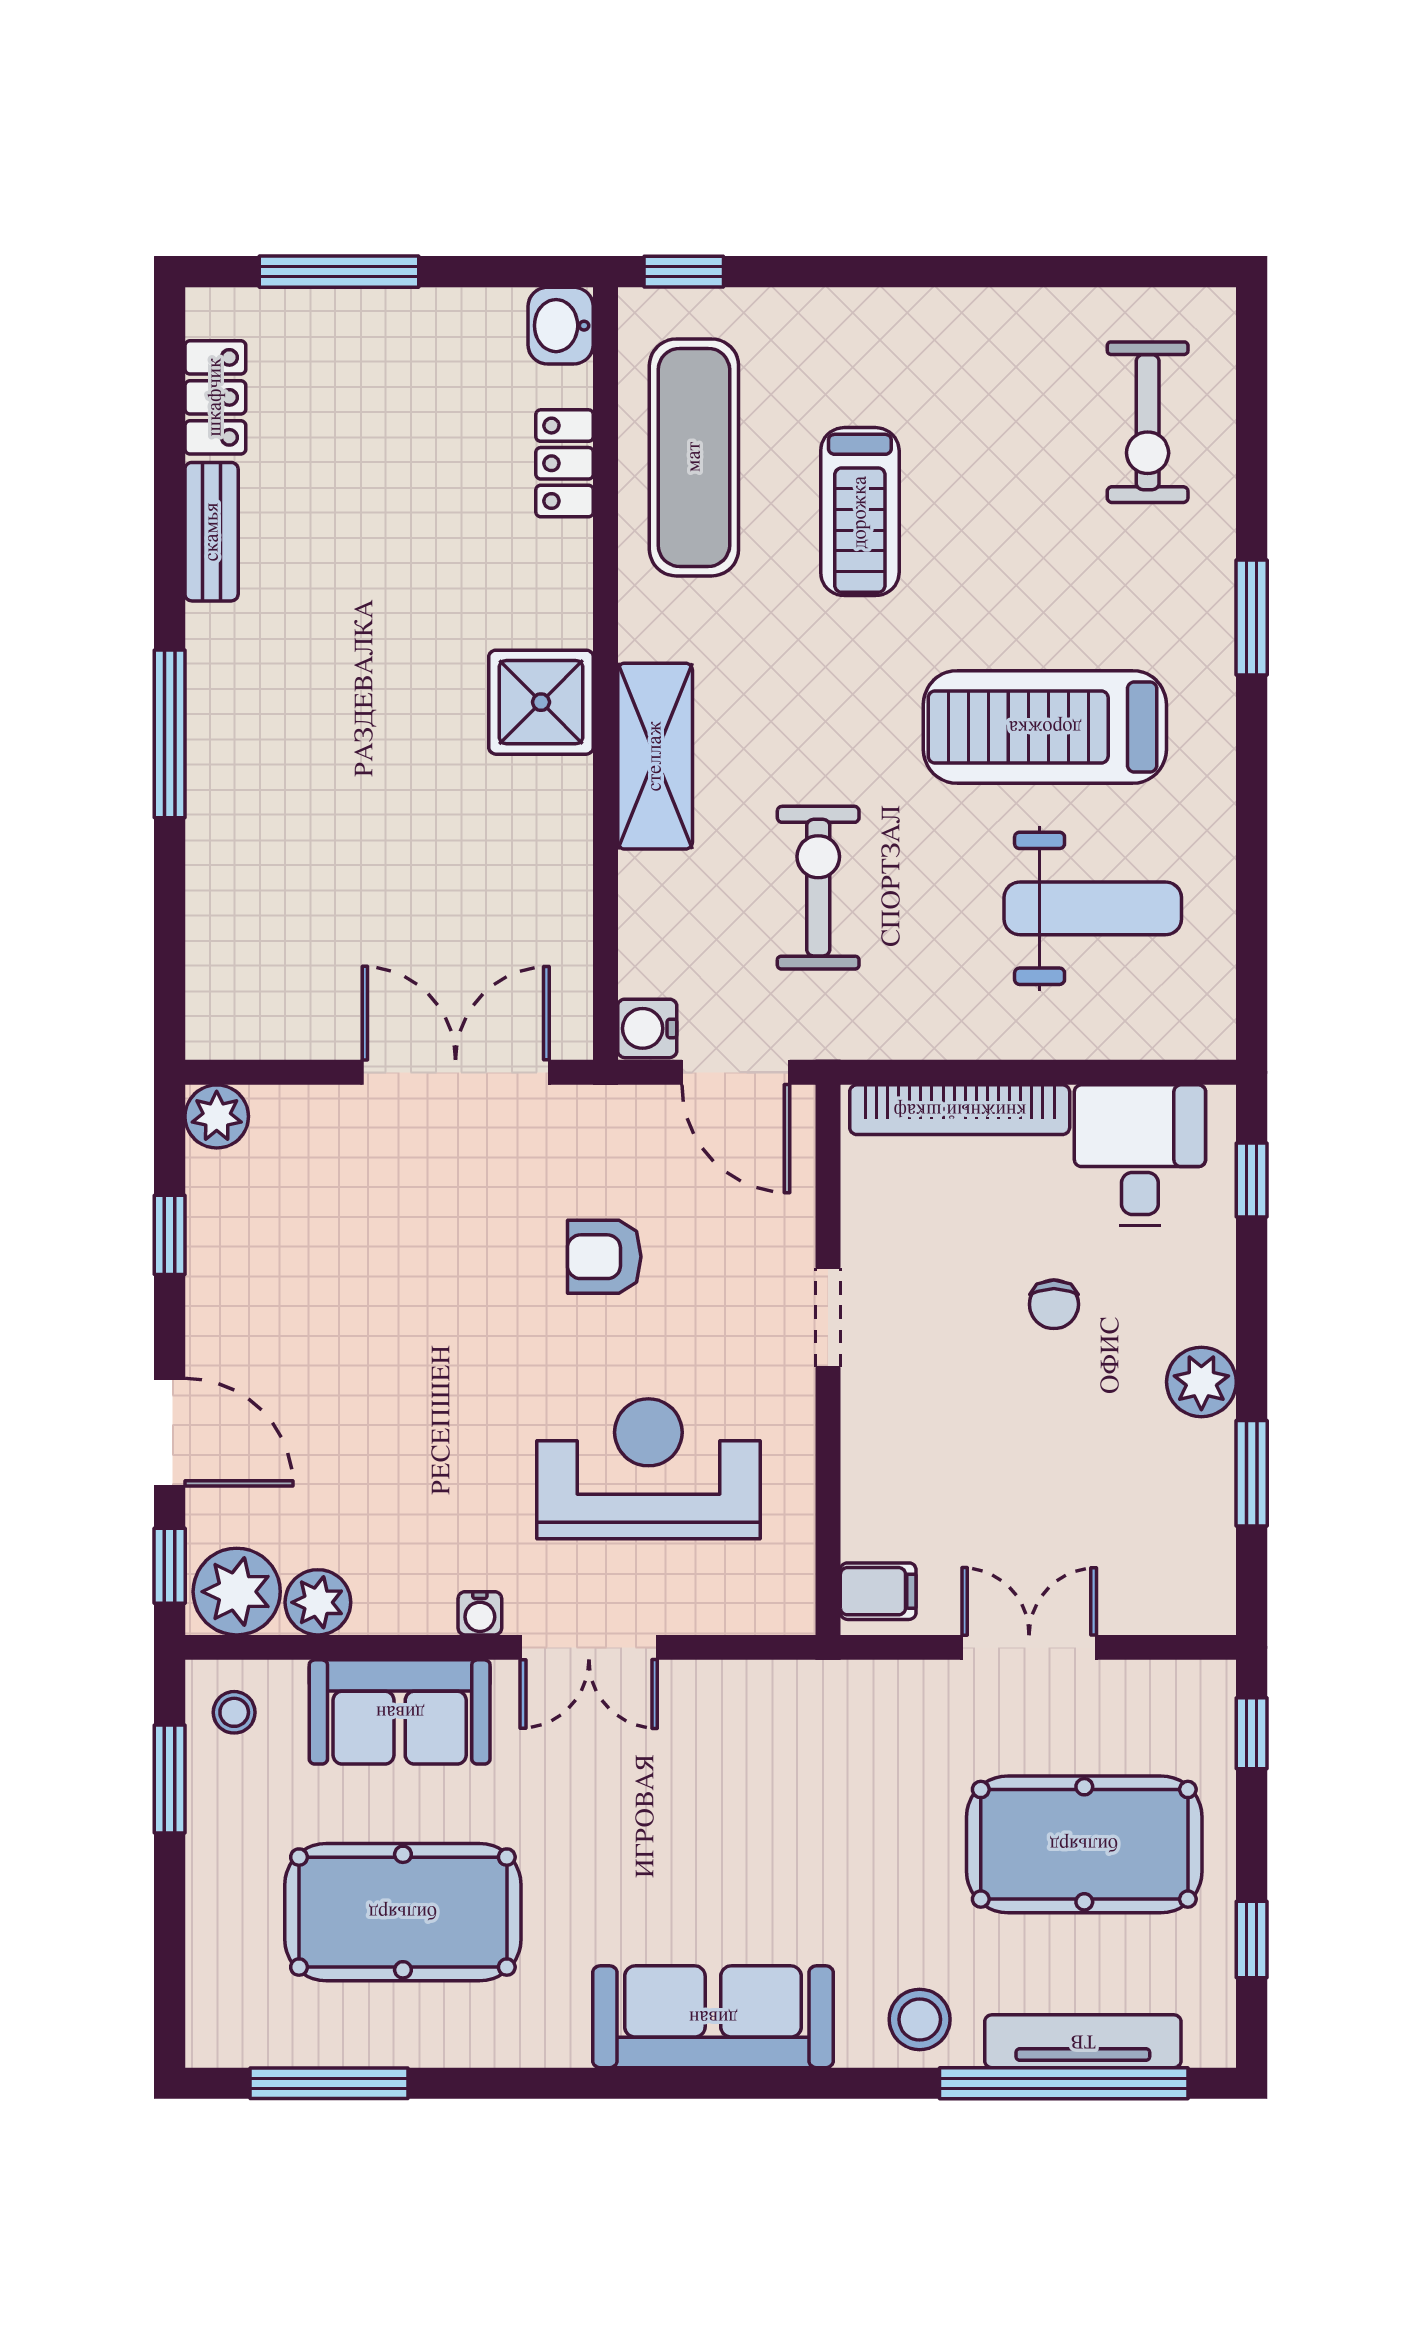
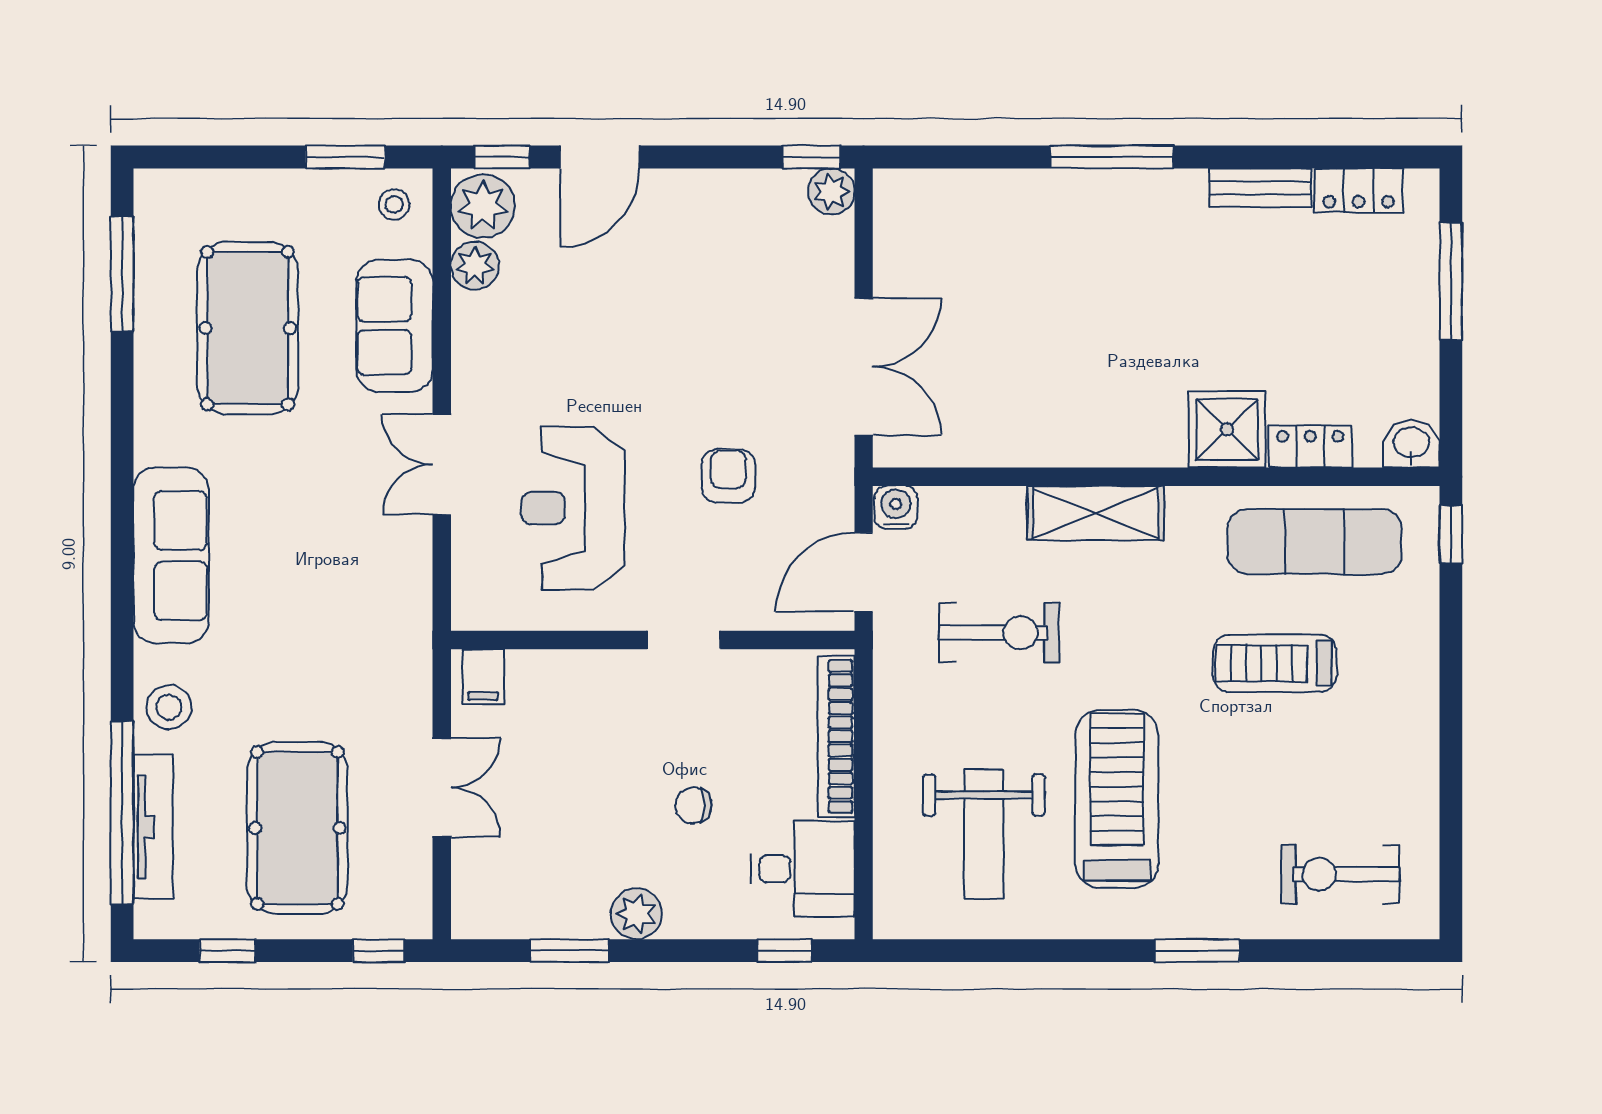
shower: (541, 702) -> (1227, 429), moved
window: (170, 1235) -> (811, 157), moved
reception desk: (648, 1469) -> (573, 508), turned 180
water cooler: (480, 1613) -> (467, 385), removed

